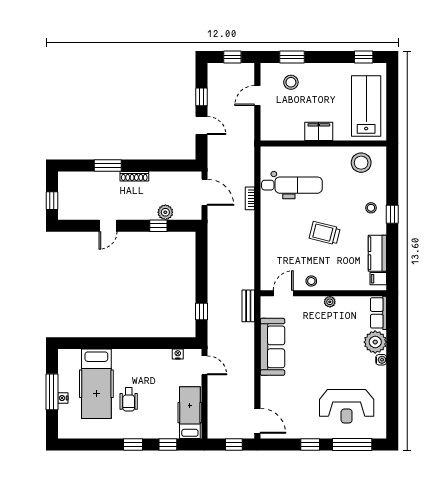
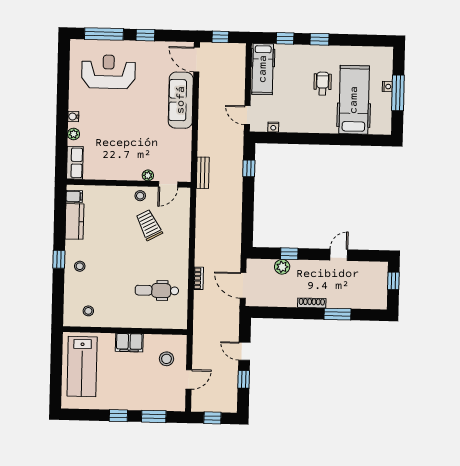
window: (364, 57) -> (118, 416), moved
stool: (291, 82) -> (166, 359), moved
stool: (361, 163) -> (88, 311), width x0.53, depth x0.53
dental chair: (292, 185) -> (157, 290), width x0.73, depth x0.72
trolley: (325, 233) -> (149, 225), moved, turned -132
plant: (330, 302) -> (148, 175), moved
plant: (375, 342) -> (74, 134), width x0.53, depth x0.53
sofa: (272, 347) -> (181, 100), moved

